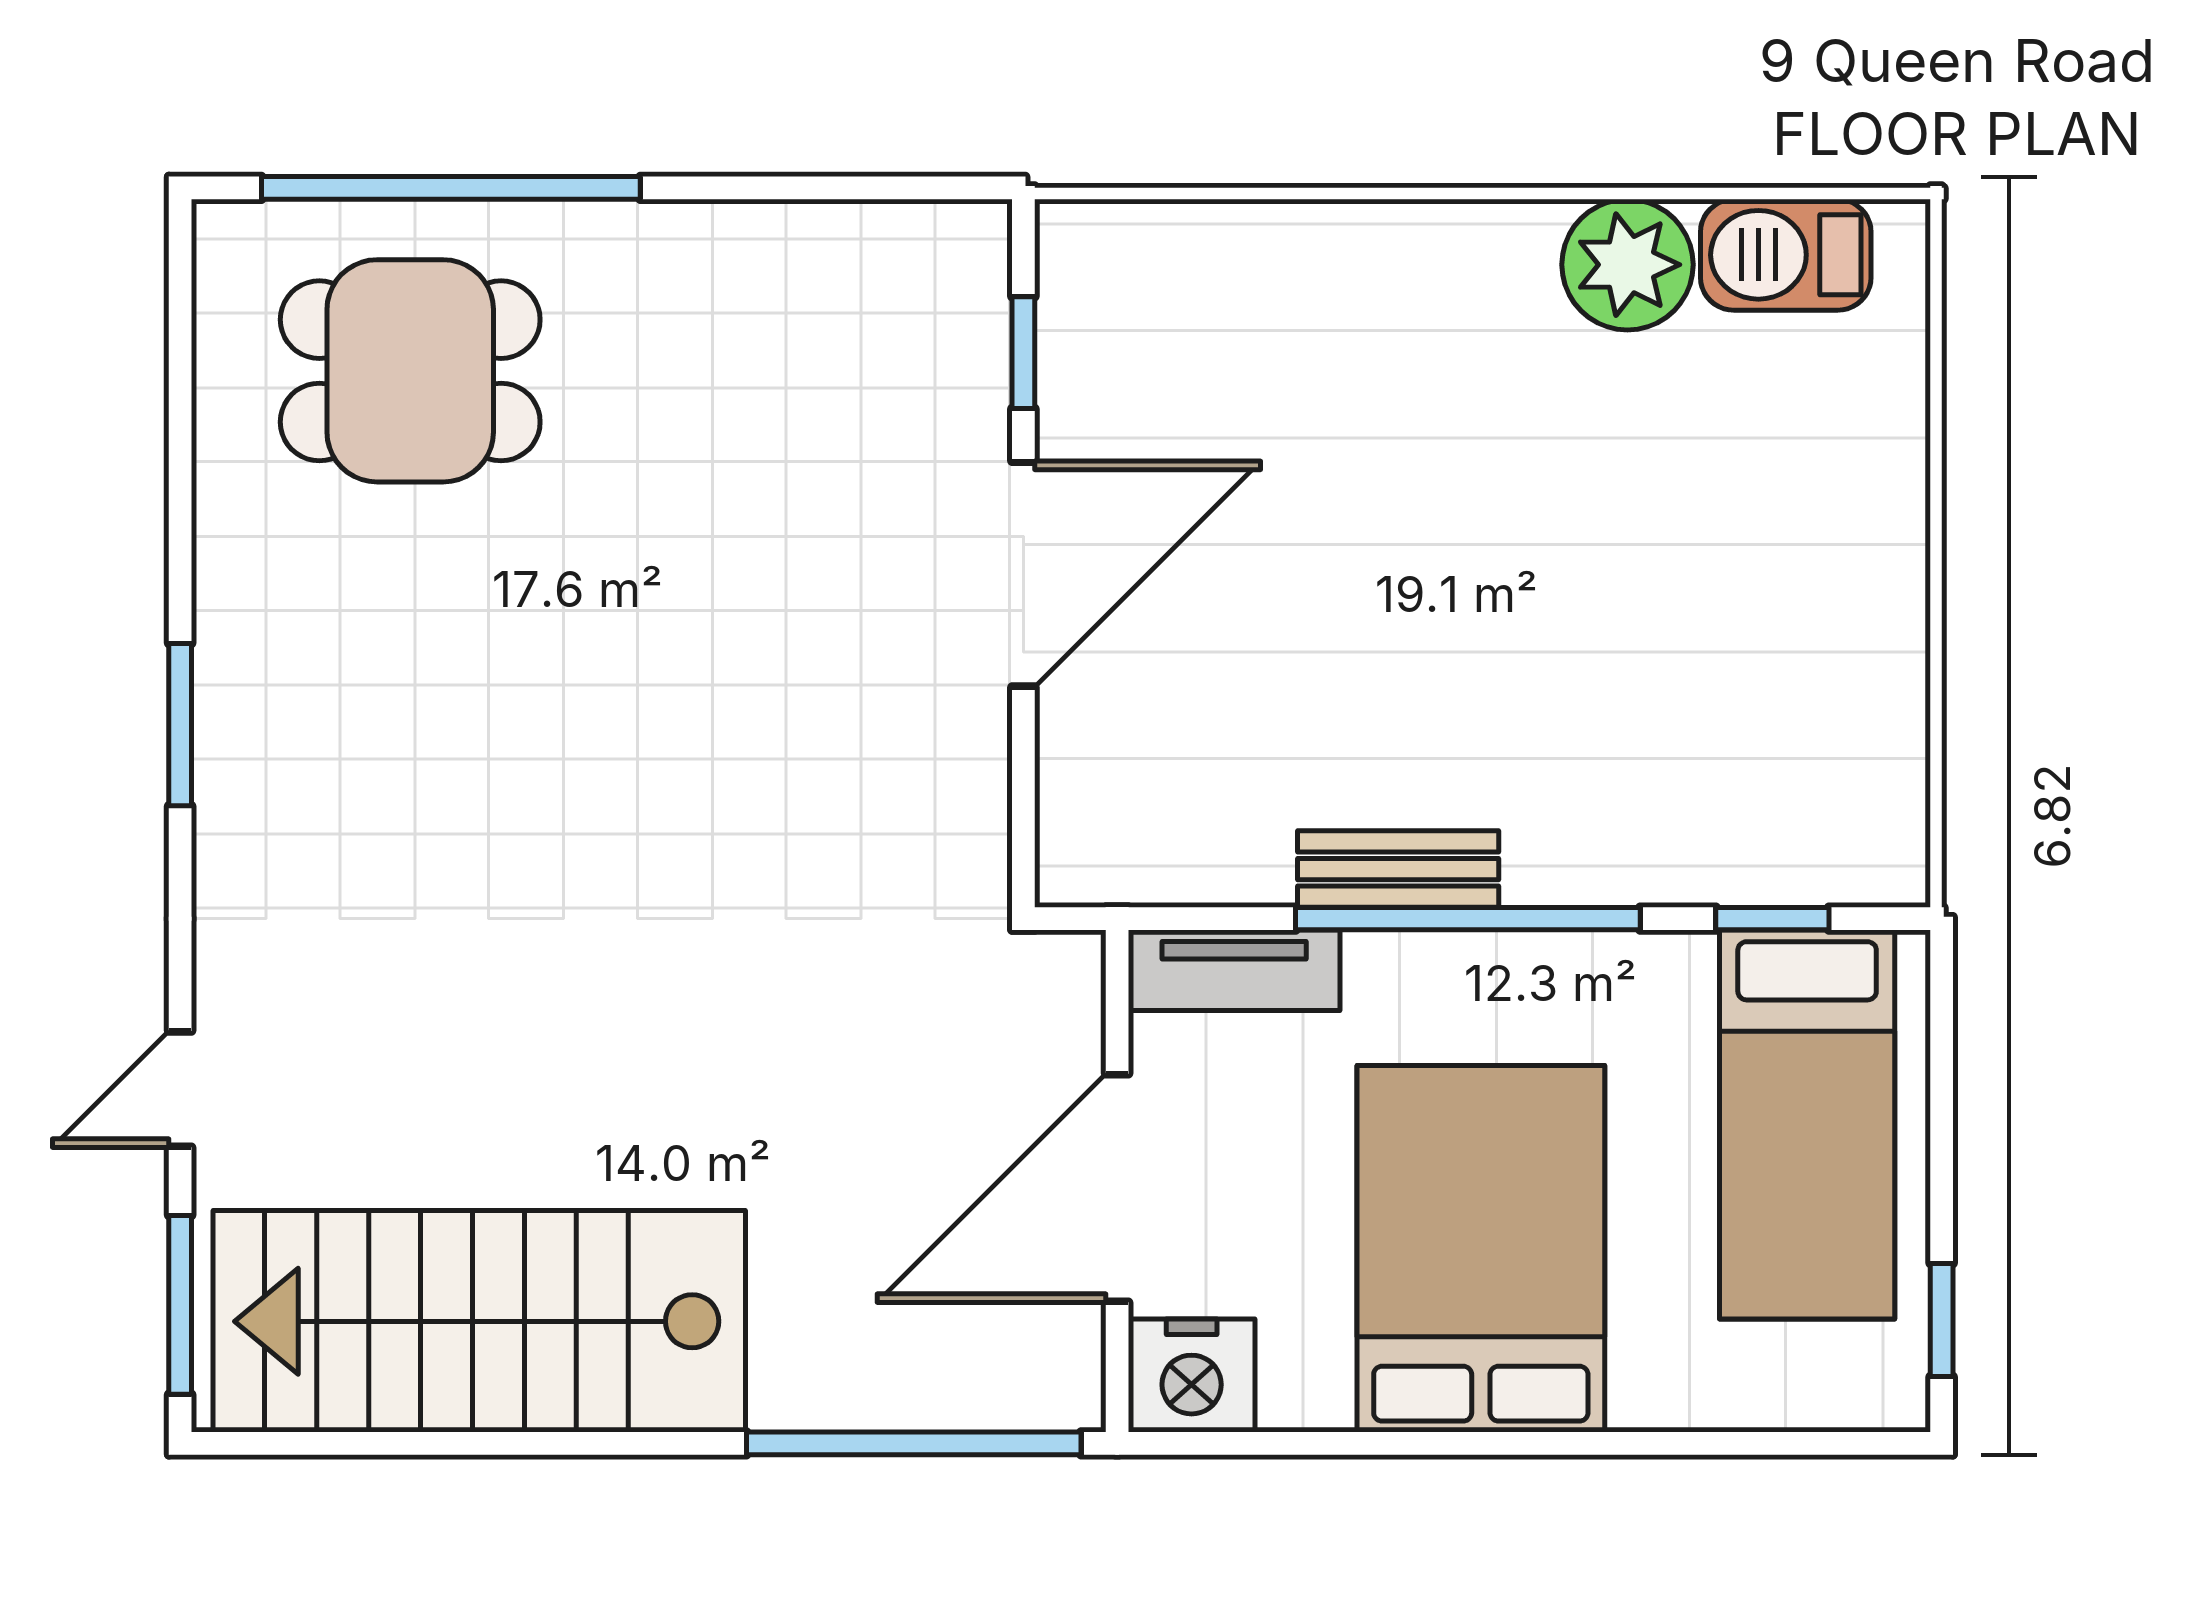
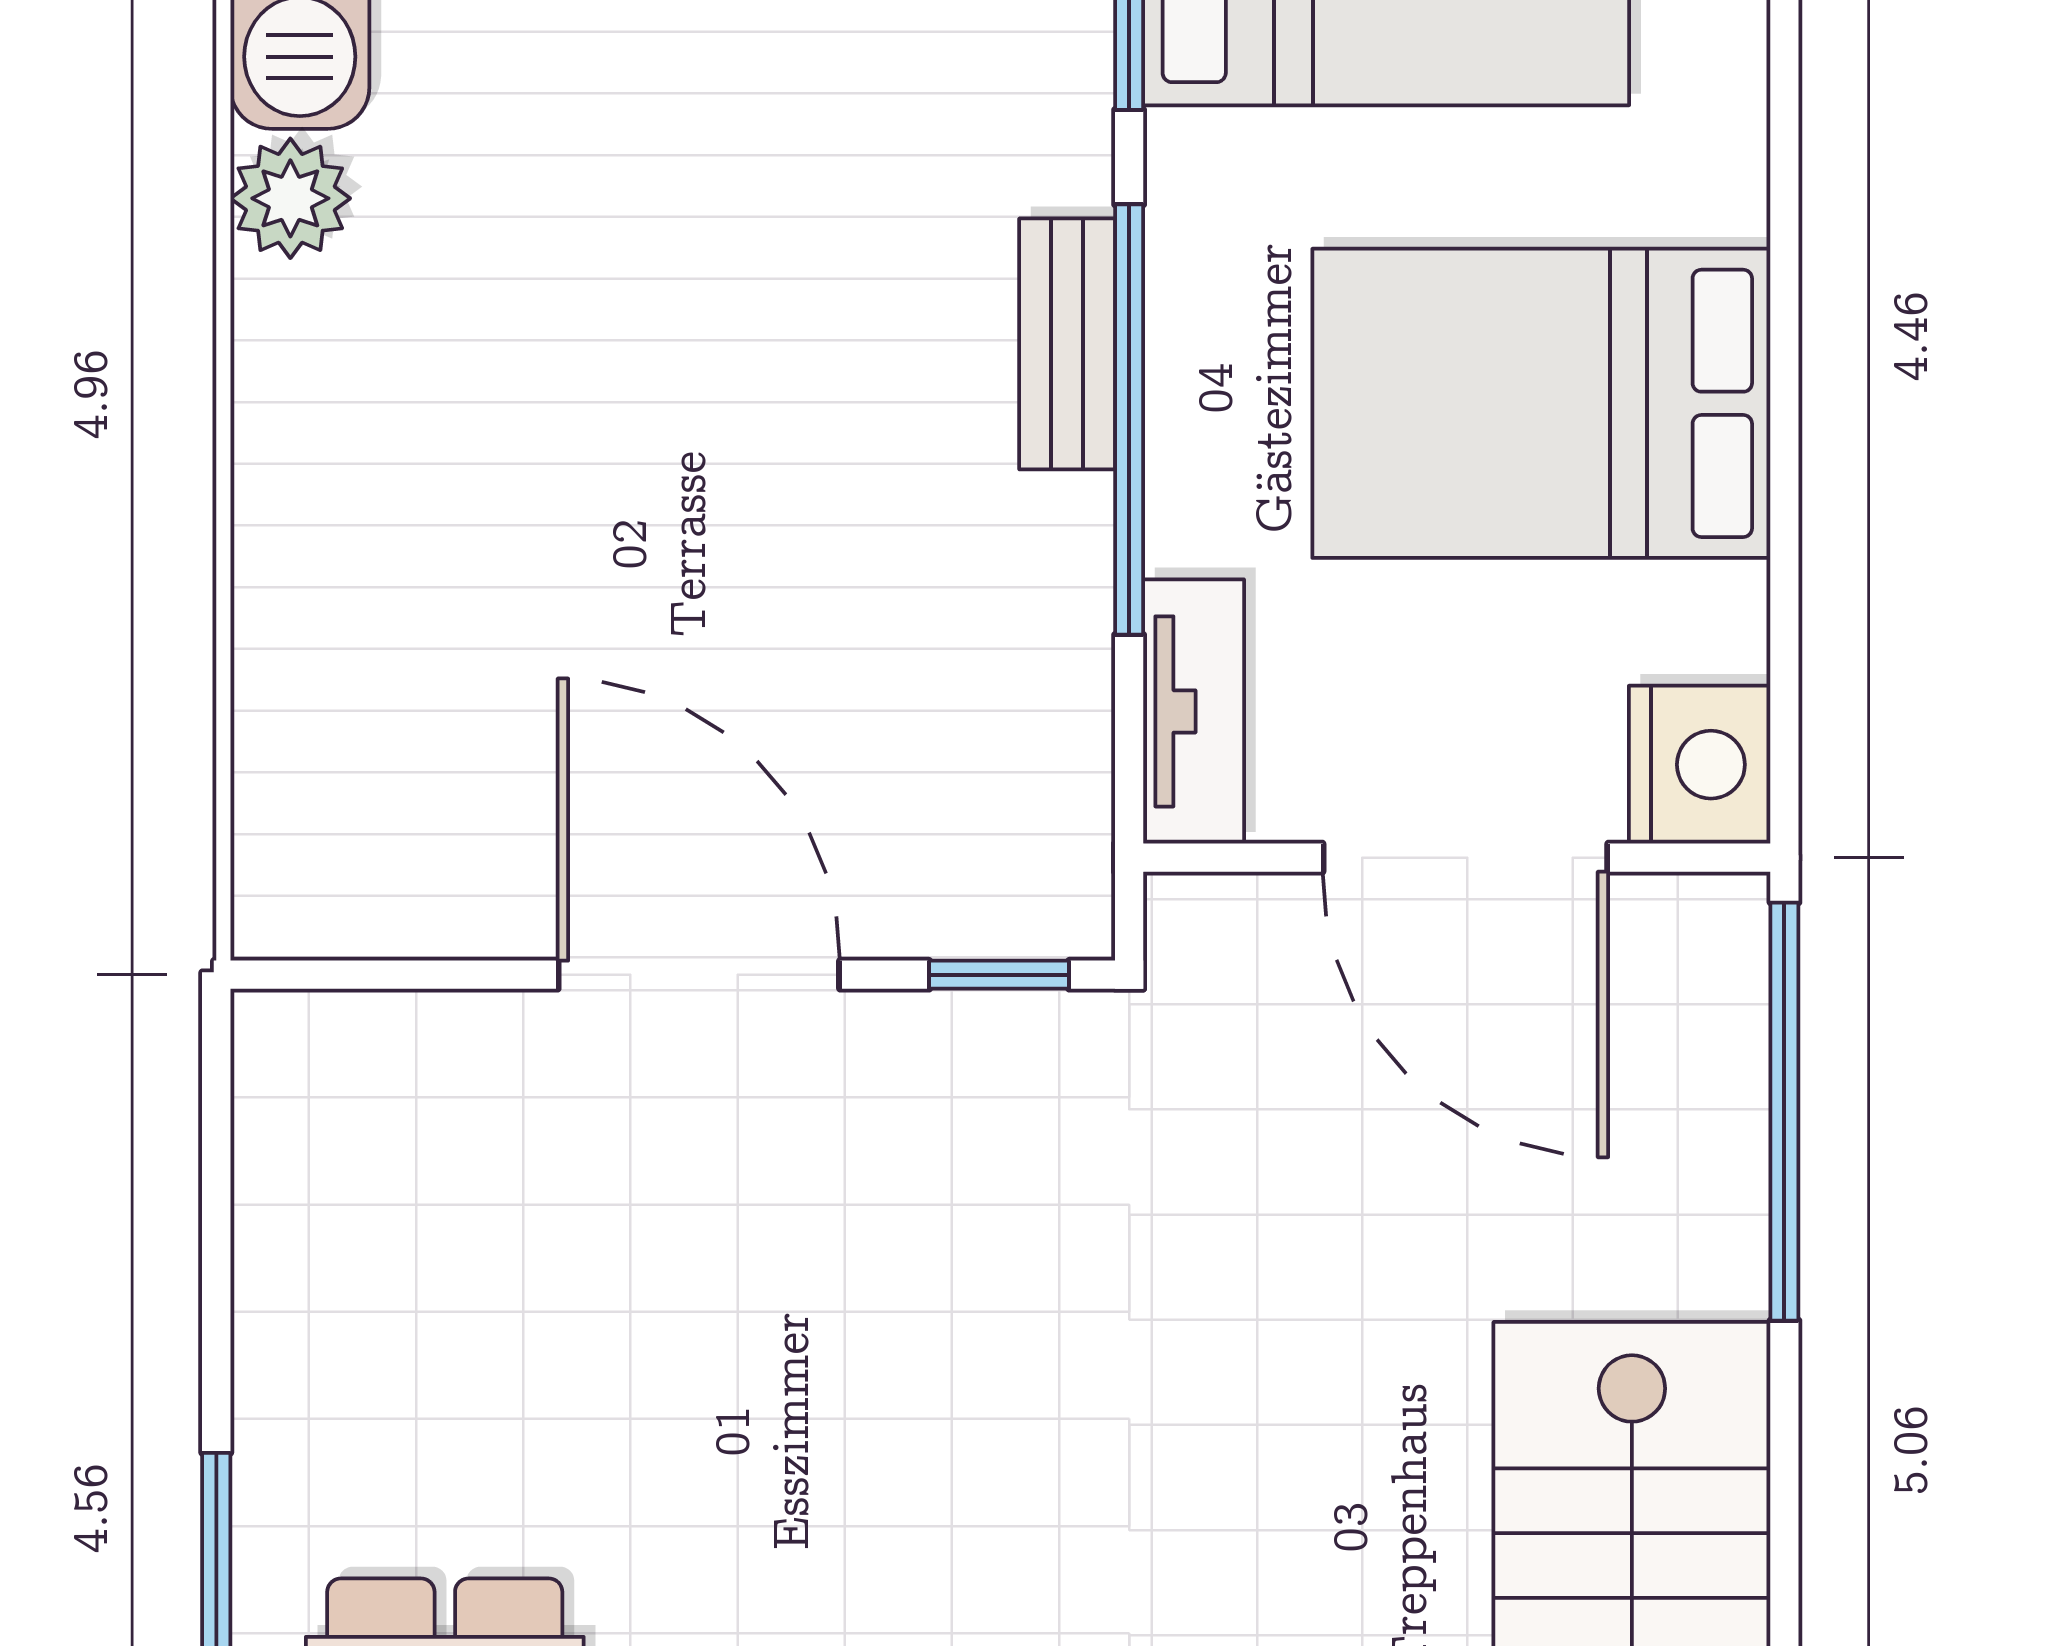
plant: (1627, 265) -> (290, 198), width x0.73, depth x0.73
window: (1023, 353) -> (999, 975), moved
bench: (1398, 869) -> (1067, 344), moved

